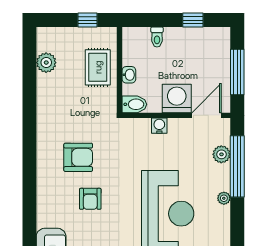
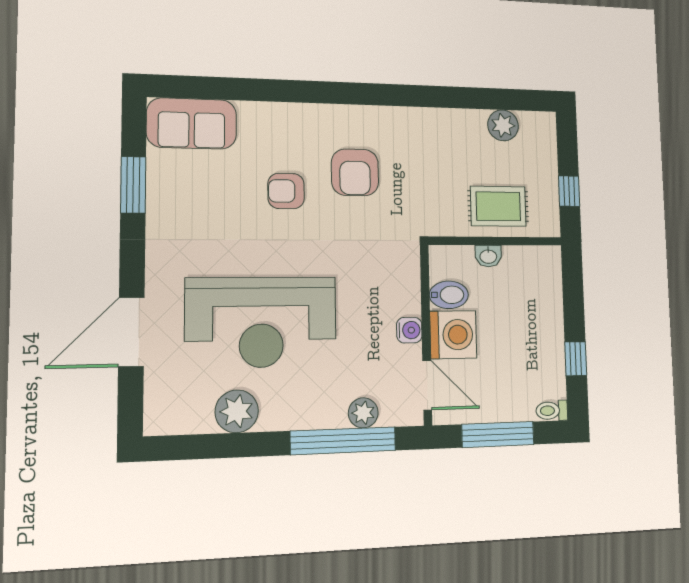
toilet: (157, 37) -> (552, 411), moved
bidet: (134, 104) -> (449, 295), moved, turned -90
water cooler: (159, 126) -> (409, 330), moved
plant: (224, 198) -> (237, 411), moved, width x1.88, depth x1.88

